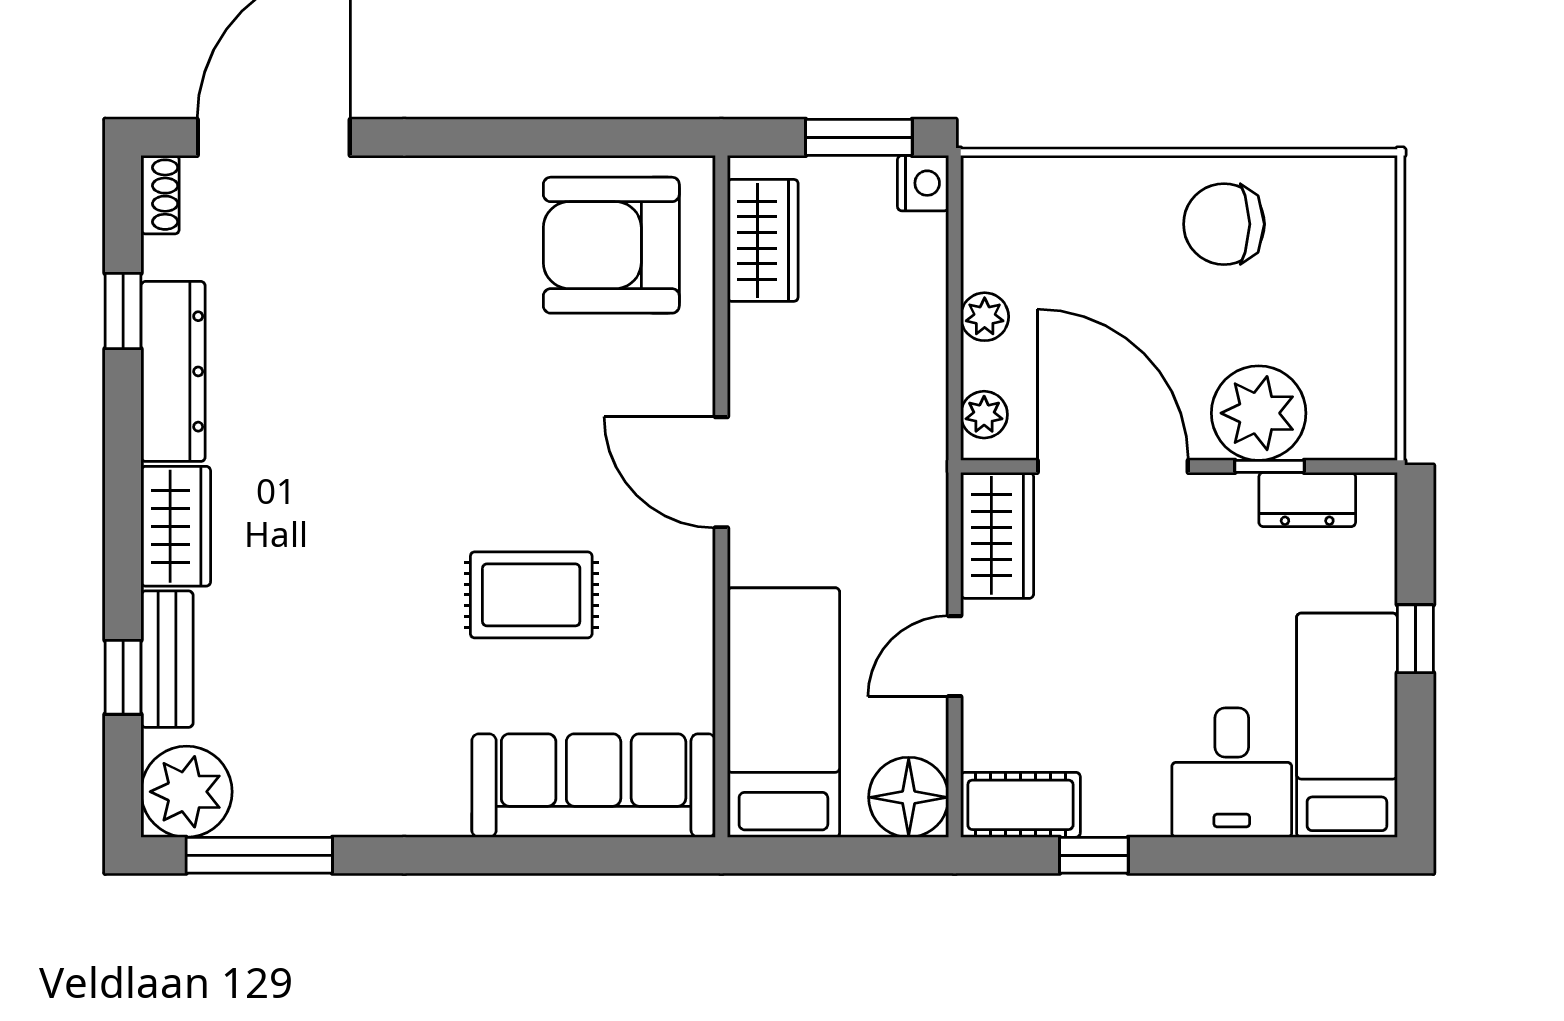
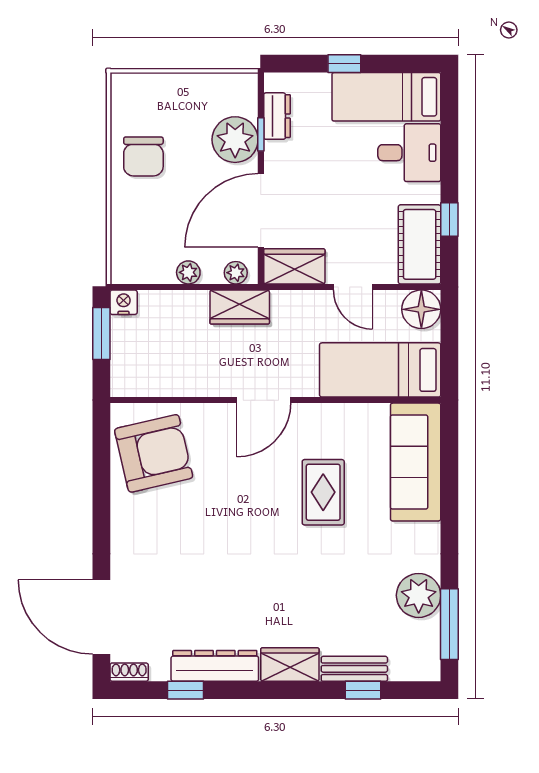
wardrobe: (763, 240) -> (240, 307), moved, turned 180
armchair: (611, 245) -> (154, 453), turned -103
plant: (187, 792) -> (419, 595), moved
cot: (1020, 805) -> (420, 244), width x1.37, depth x1.34

